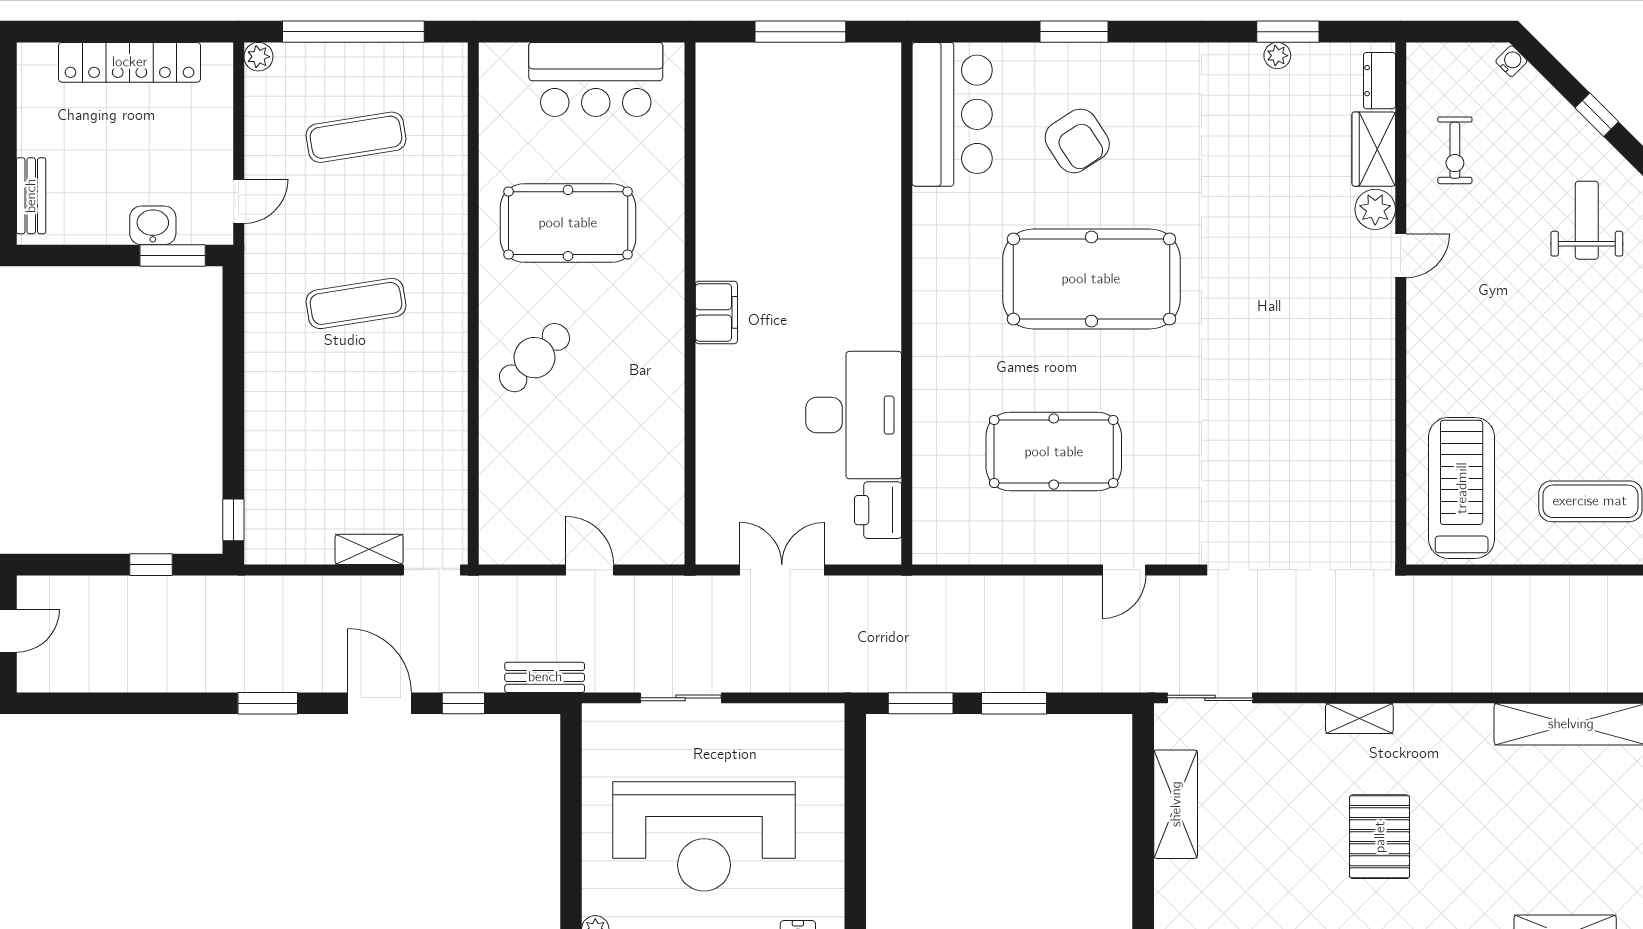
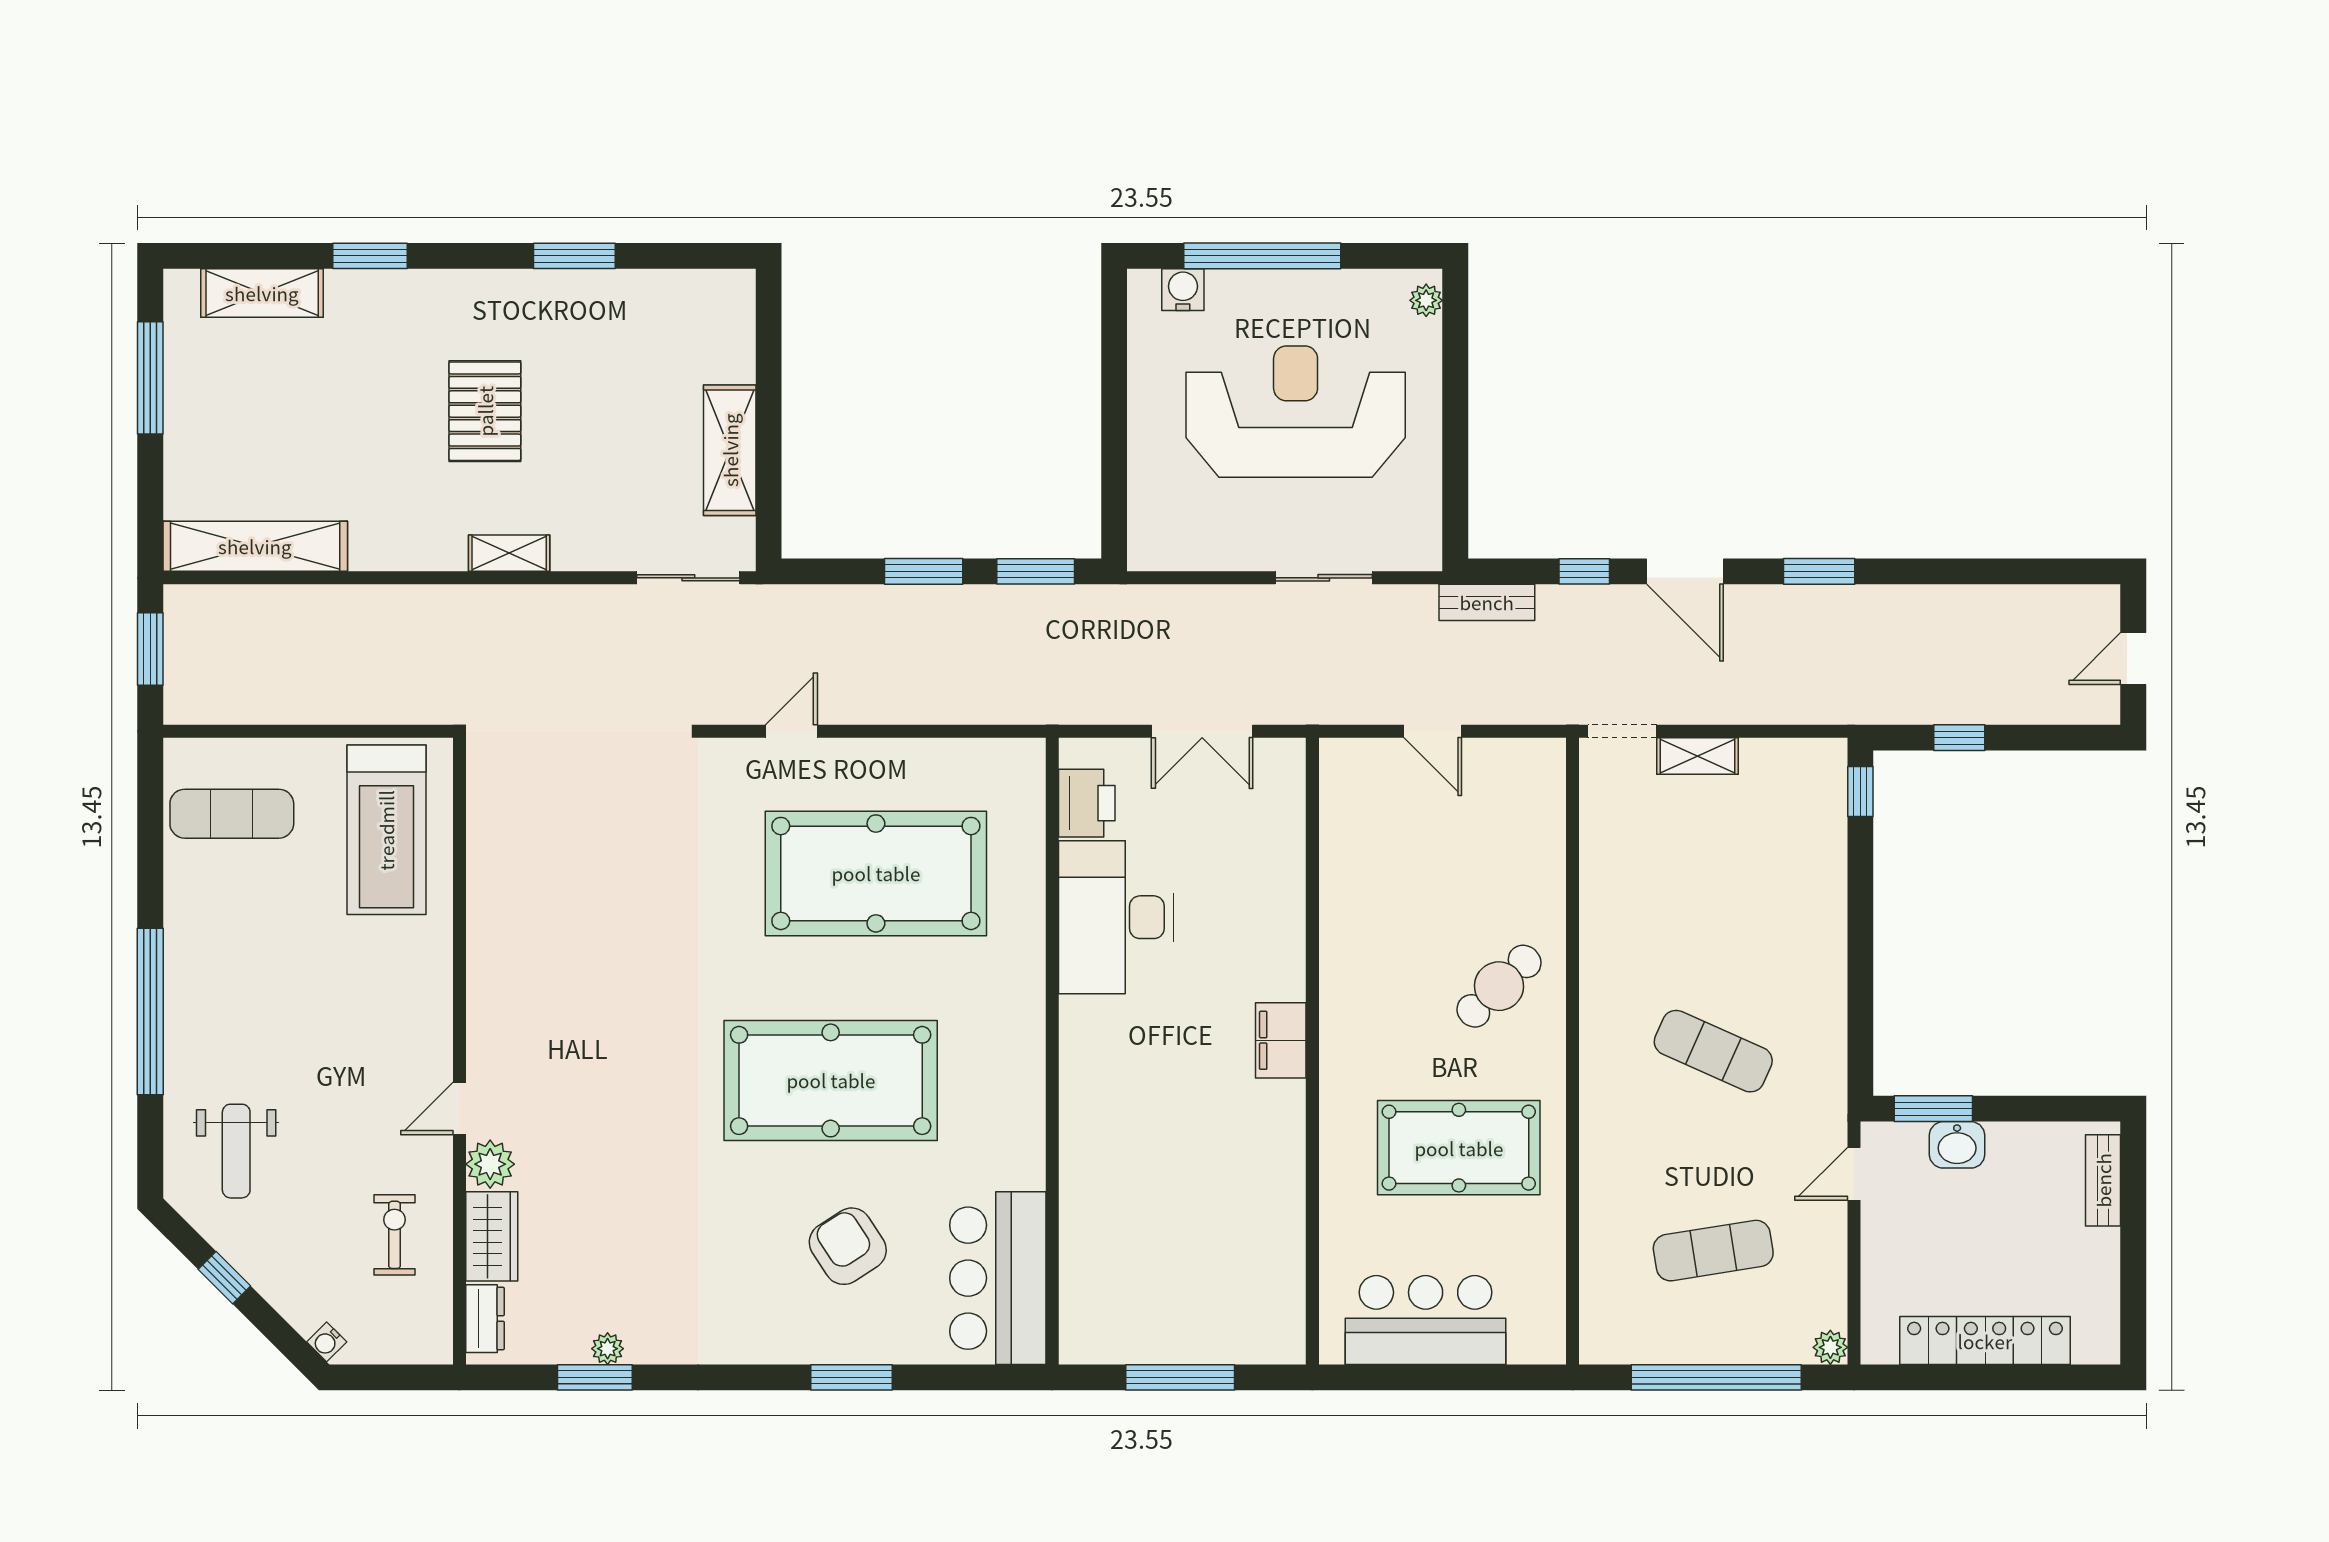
exercise mat: (356, 303) -> (1713, 1051), turned 33
pool table: (1054, 452) -> (876, 873), width x1.36, depth x1.32

